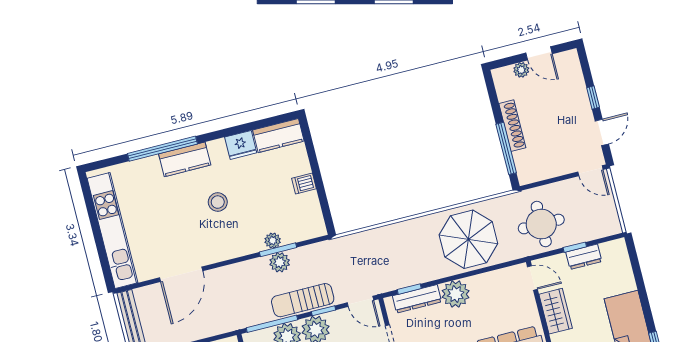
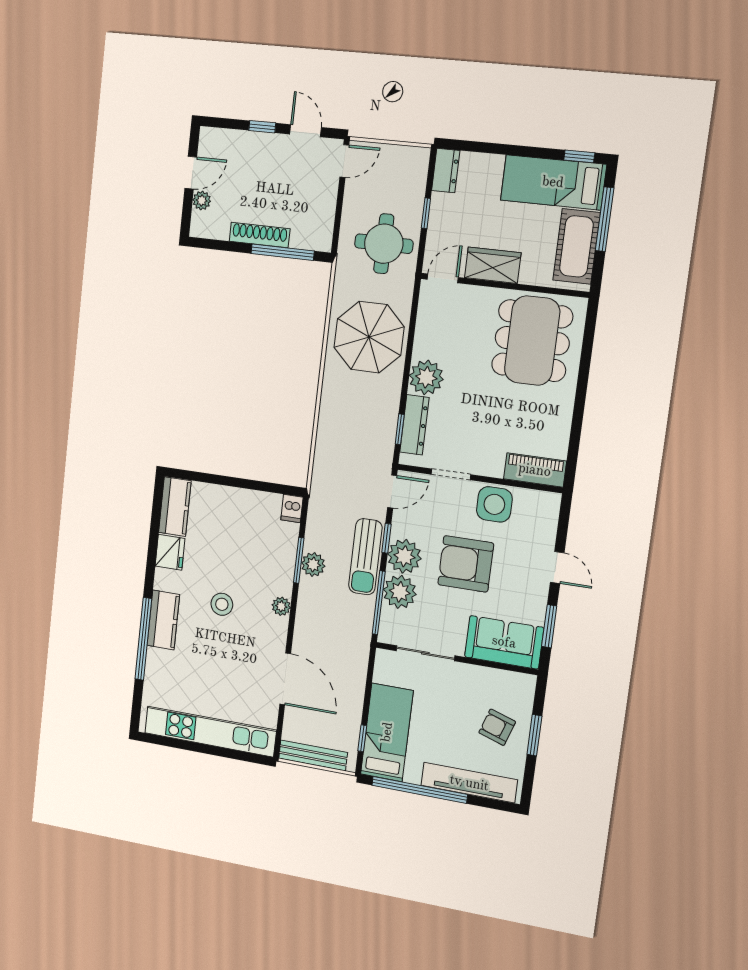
dishwasher: (304, 183) -> (292, 509), moved
plant: (273, 241) -> (281, 606), moved
dresser: (584, 257) -> (446, 171), moved

